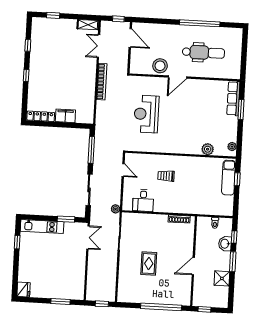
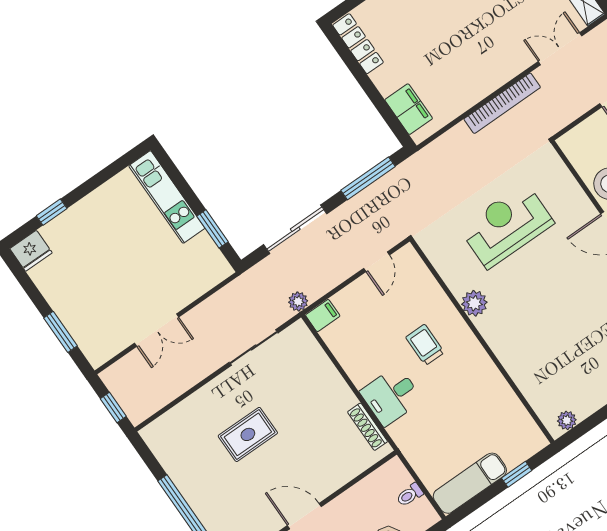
filing cabinet: (65, 116) -> (409, 109), moved
plant: (208, 149) -> (474, 303), moved
exam couch: (229, 178) -> (470, 483), moved
desk: (143, 200) -> (391, 396), moved
filing cabinet: (127, 204) -> (323, 316), added
double door: (88, 237) -> (157, 330), moved
window: (17, 242) -> (52, 212), moved

